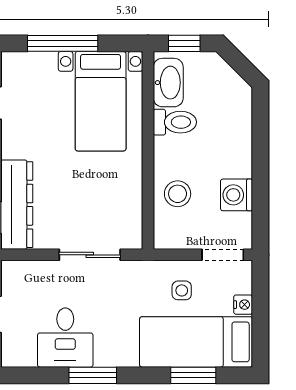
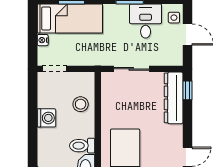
washing machine: (236, 195) -> (46, 118), moved
side table: (182, 290) -> (174, 18), moved

